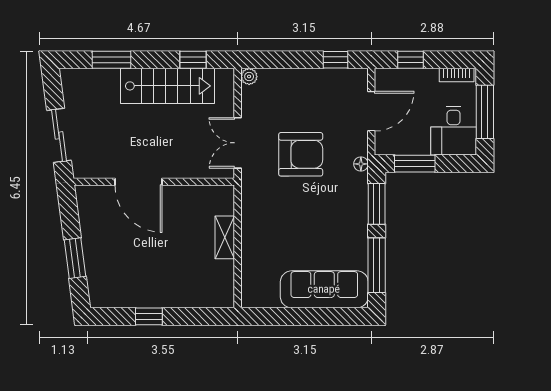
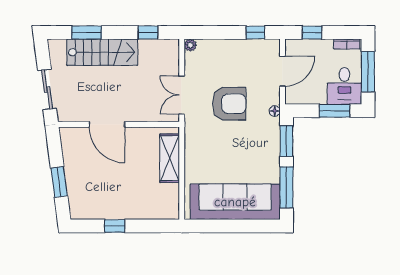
stairs: (167, 86) -> (102, 52), moved
window: (415, 164) -> (334, 111), moved
shelving: (225, 237) -> (170, 158), width x1.50, depth x1.33
sofa: (324, 289) -> (235, 202), width x1.36, depth x1.27

